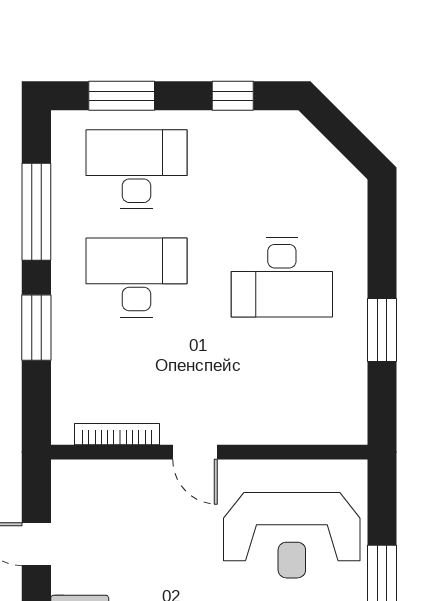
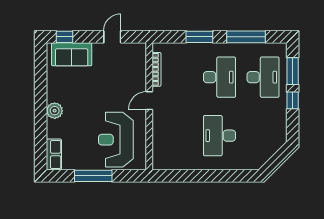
window: (233, 96) -> (293, 100), moved
window: (382, 330) -> (198, 176), removed

